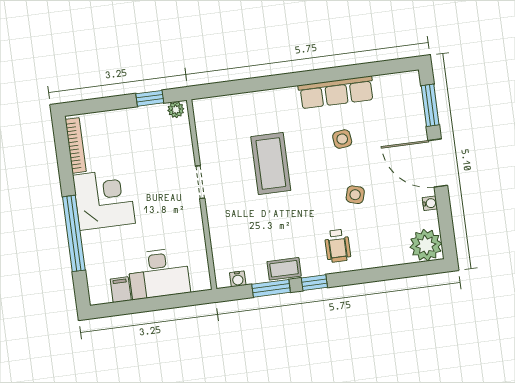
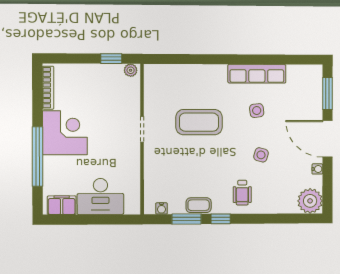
coffee table: (271, 164) -> (199, 122), turned 90
filing cabinet: (121, 290) -> (62, 205), width x2.00

